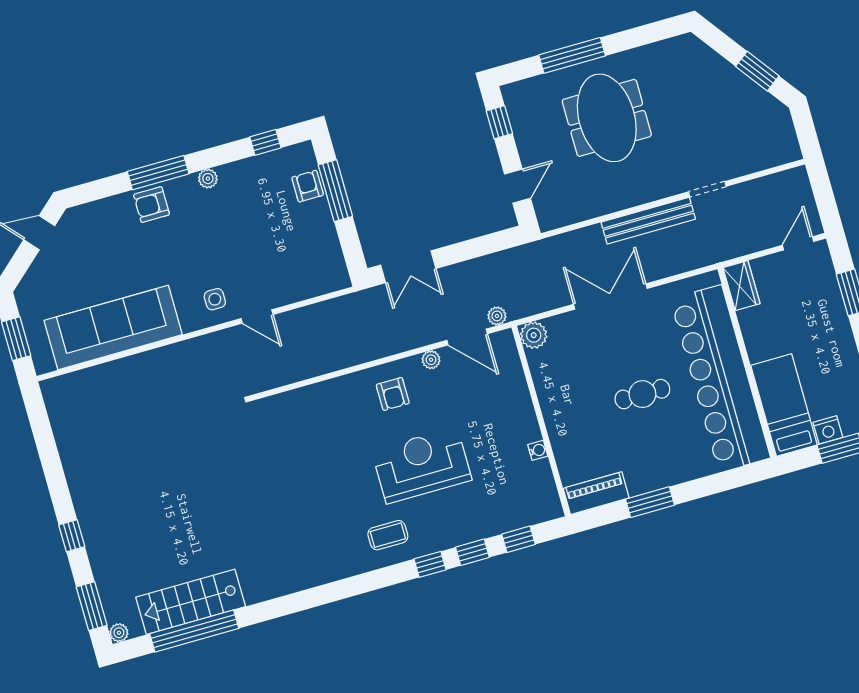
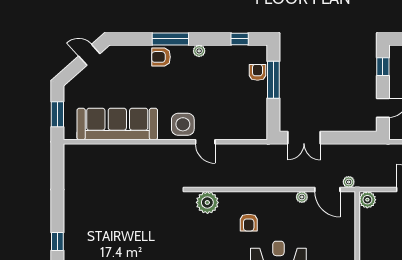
side table: (215, 299) -> (183, 124), width x1.87, depth x1.87
armchair: (393, 394) -> (249, 223), moved
plant: (287, 410) -> (207, 202), added

